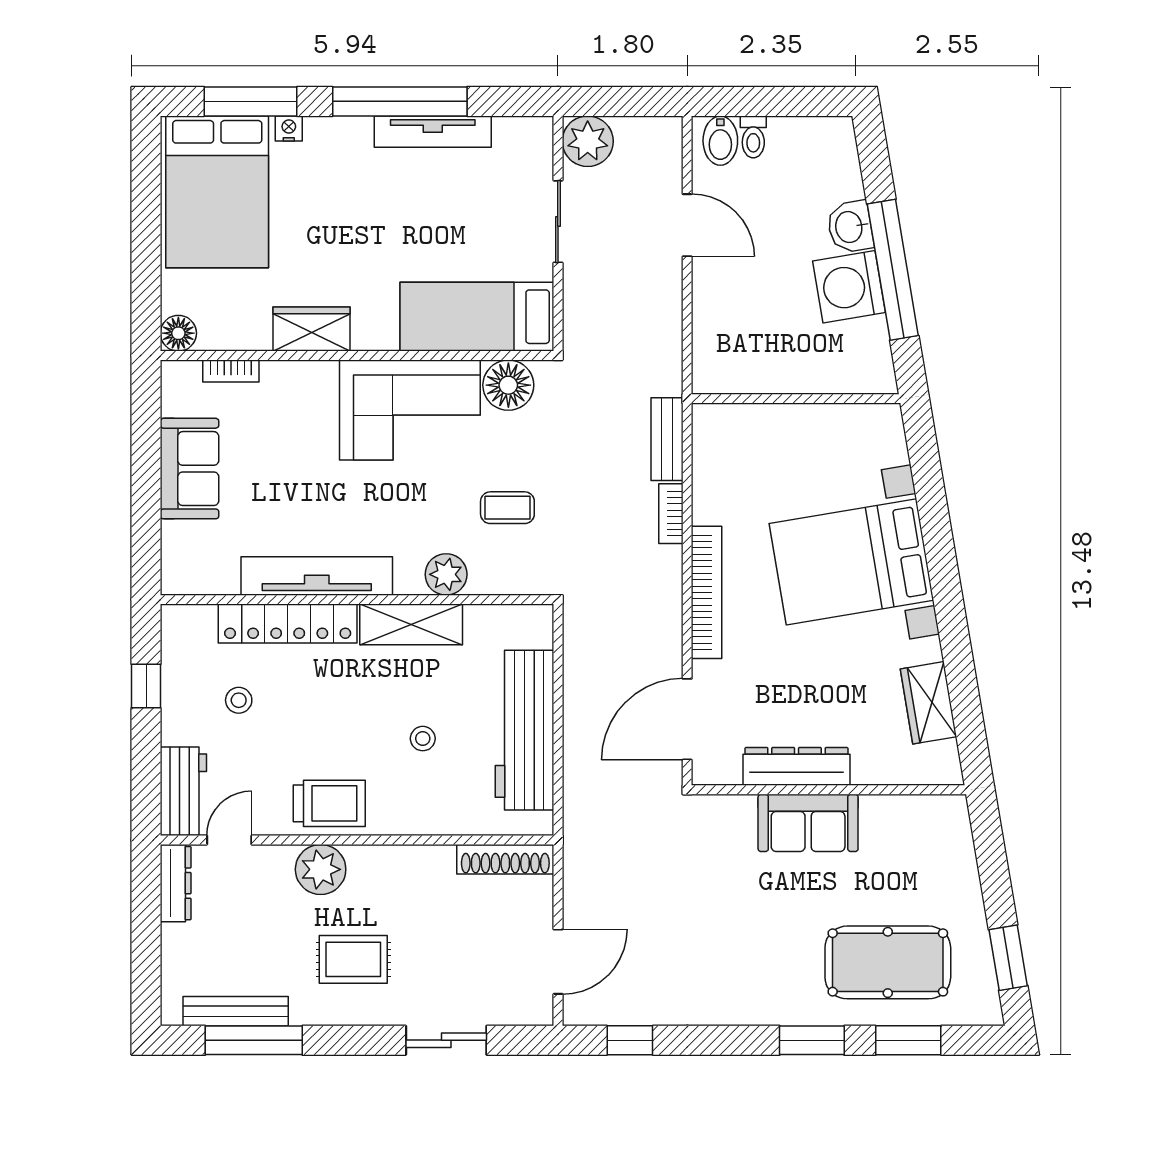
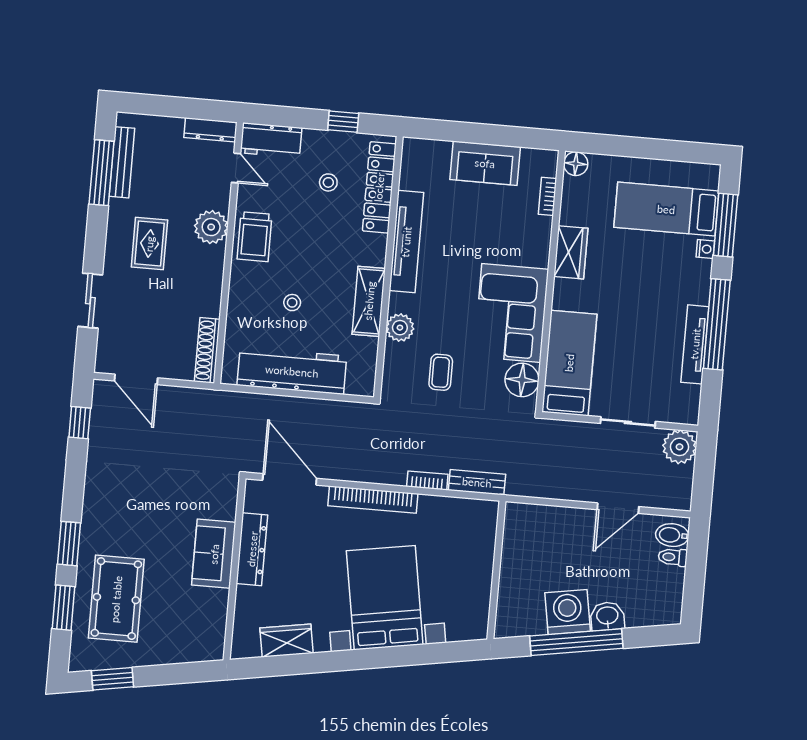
bed: (217, 192) -> (666, 209), width x0.67
locker: (288, 623) -> (379, 187), moved

